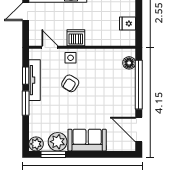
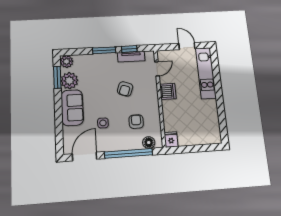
fridge: (128, 24) -> (171, 139), moved
side table: (71, 58) -> (103, 123), moved
armchair: (106, 74) -> (136, 122), added
tv unit: (35, 80) -> (131, 57), width x0.71
armchair: (70, 83) -> (125, 89), turned -102

